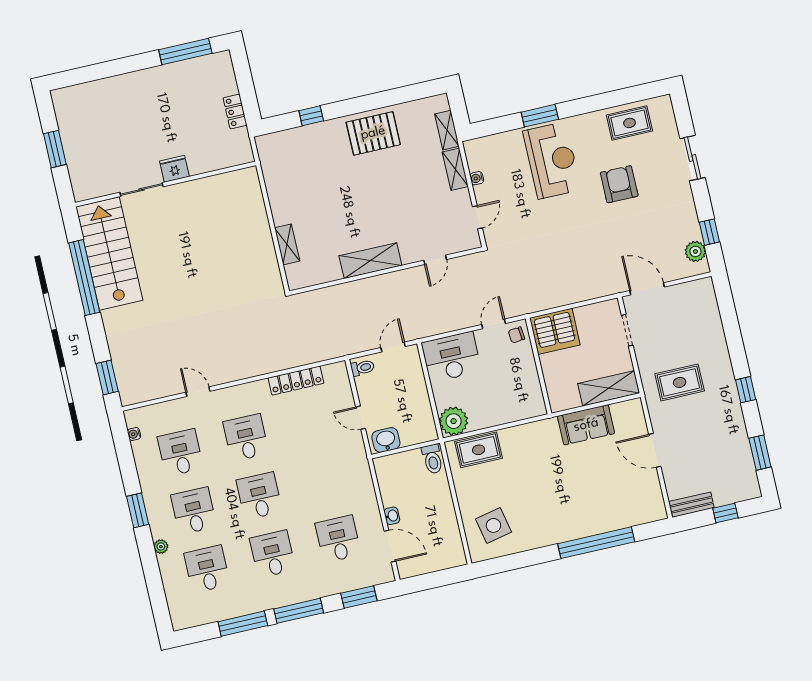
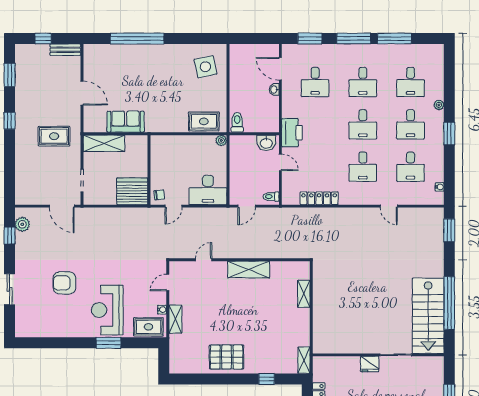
rug: (629, 123) -> (148, 327), moved
shelving: (447, 130) -> (304, 360), moved
armchair: (619, 184) -> (64, 283), turned 90
plant: (454, 421) -> (221, 140), width x0.53, depth x0.53
printer: (354, 462) -> (292, 133), added

